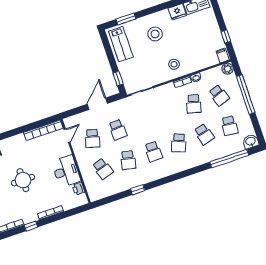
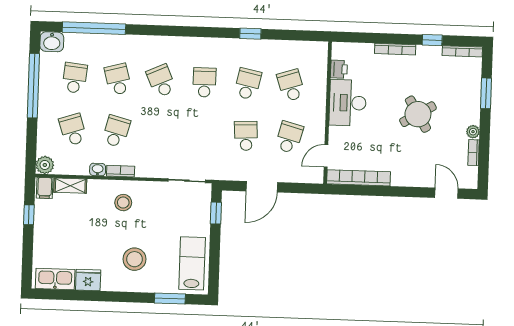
shelving: (208, 62) -> (70, 186), added
window: (246, 95) -> (33, 86), moved
school desk: (179, 143) -> (161, 81), turned -45
round table: (23, 180) -> (418, 114), turned -31

